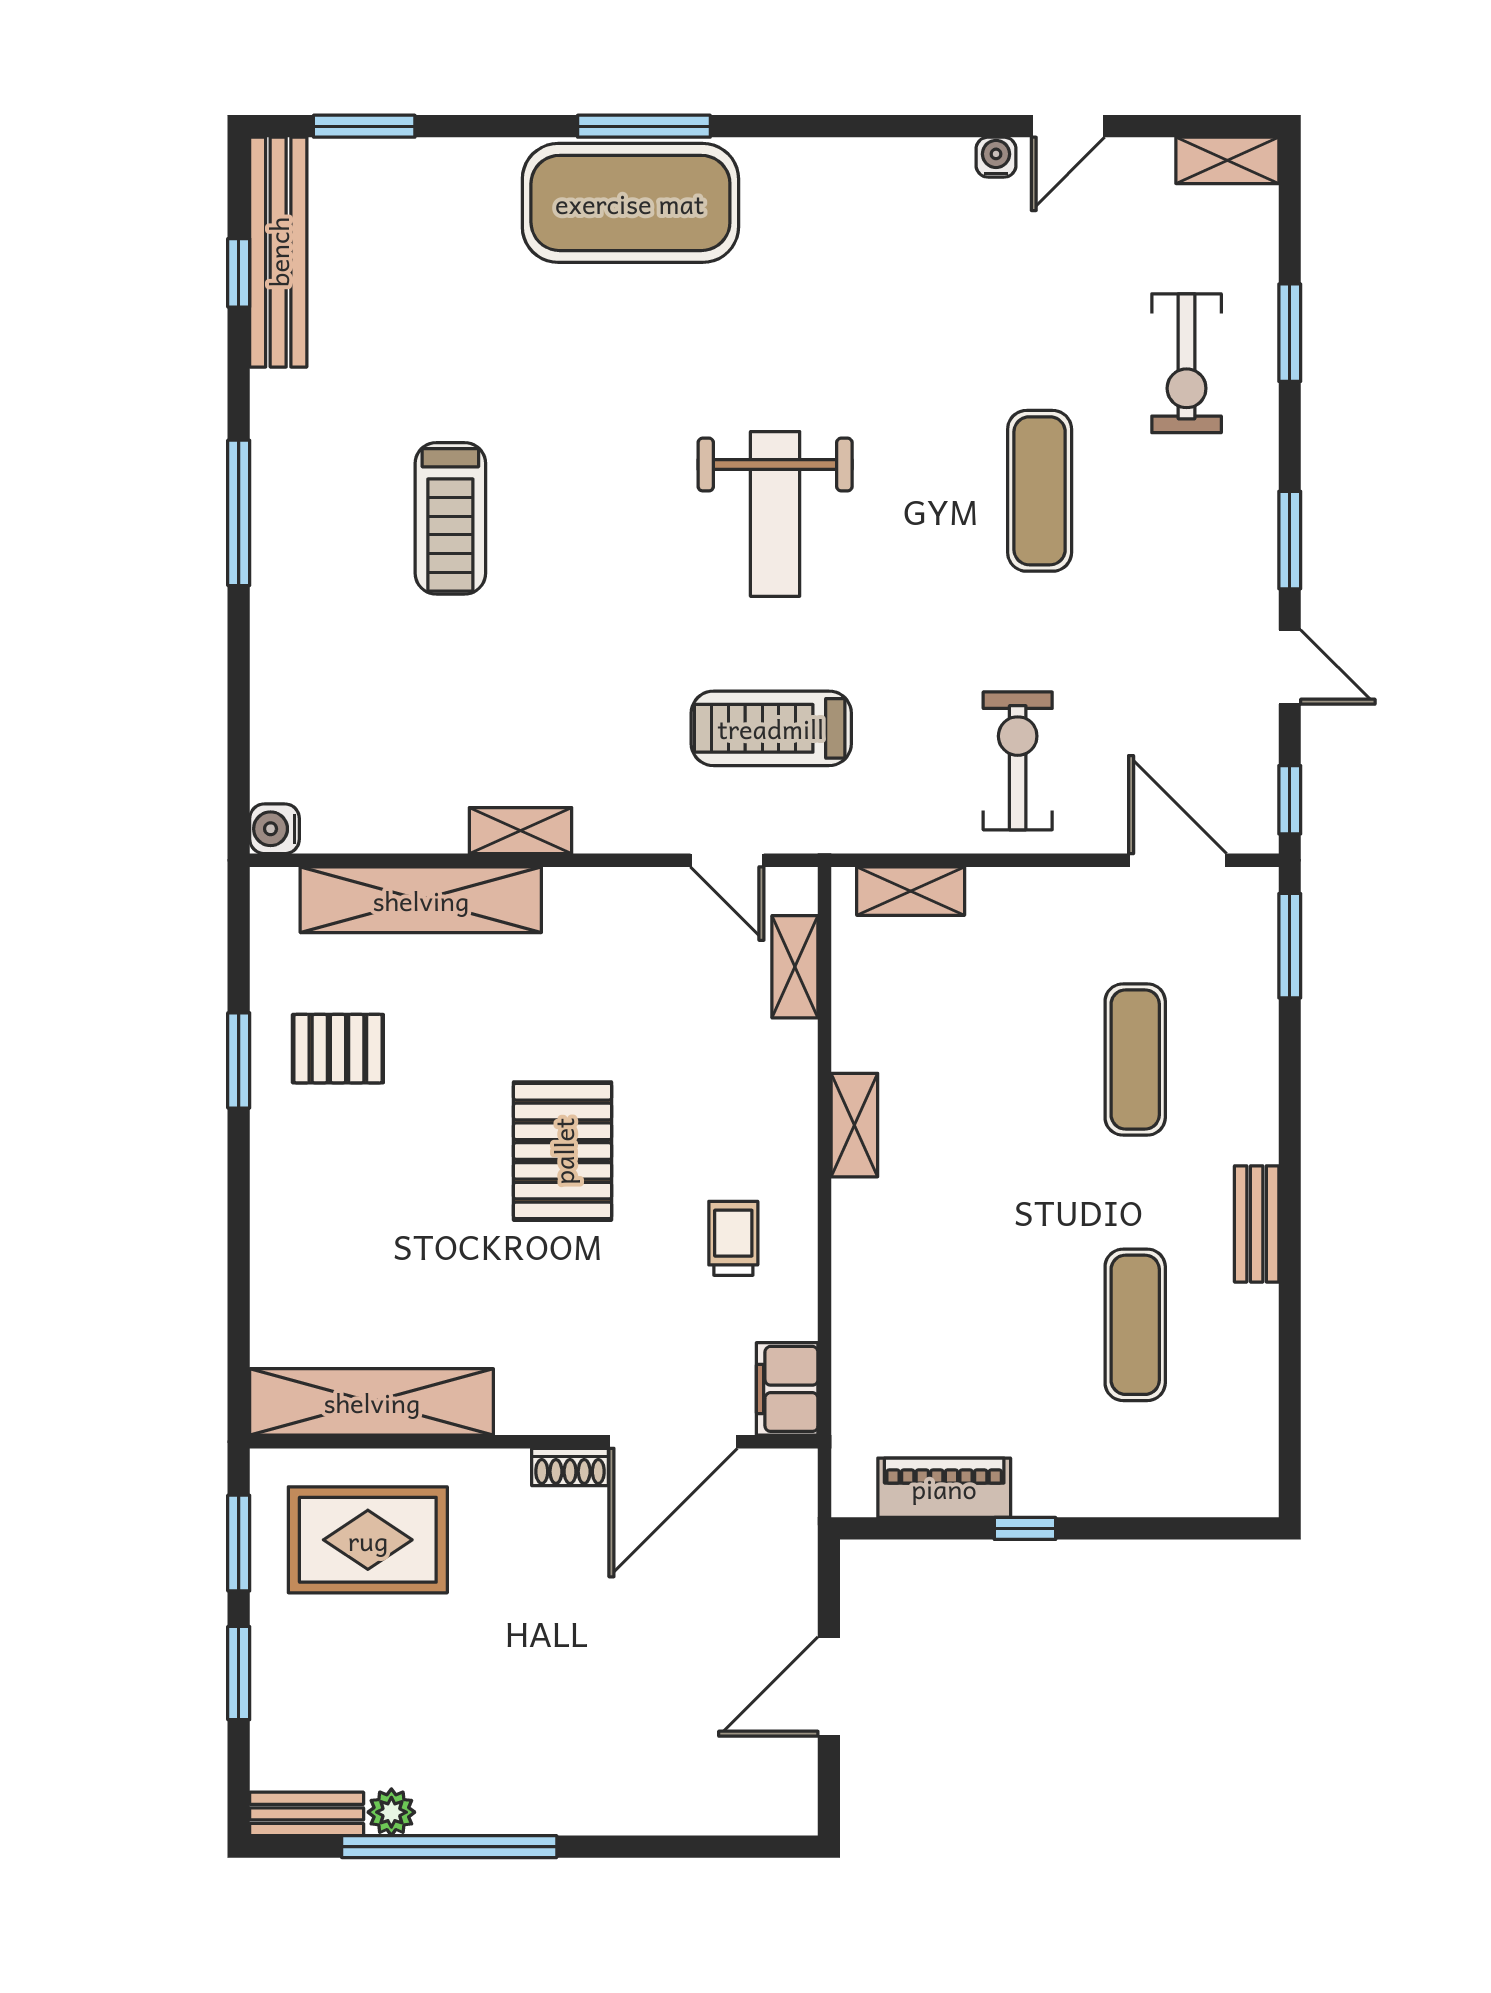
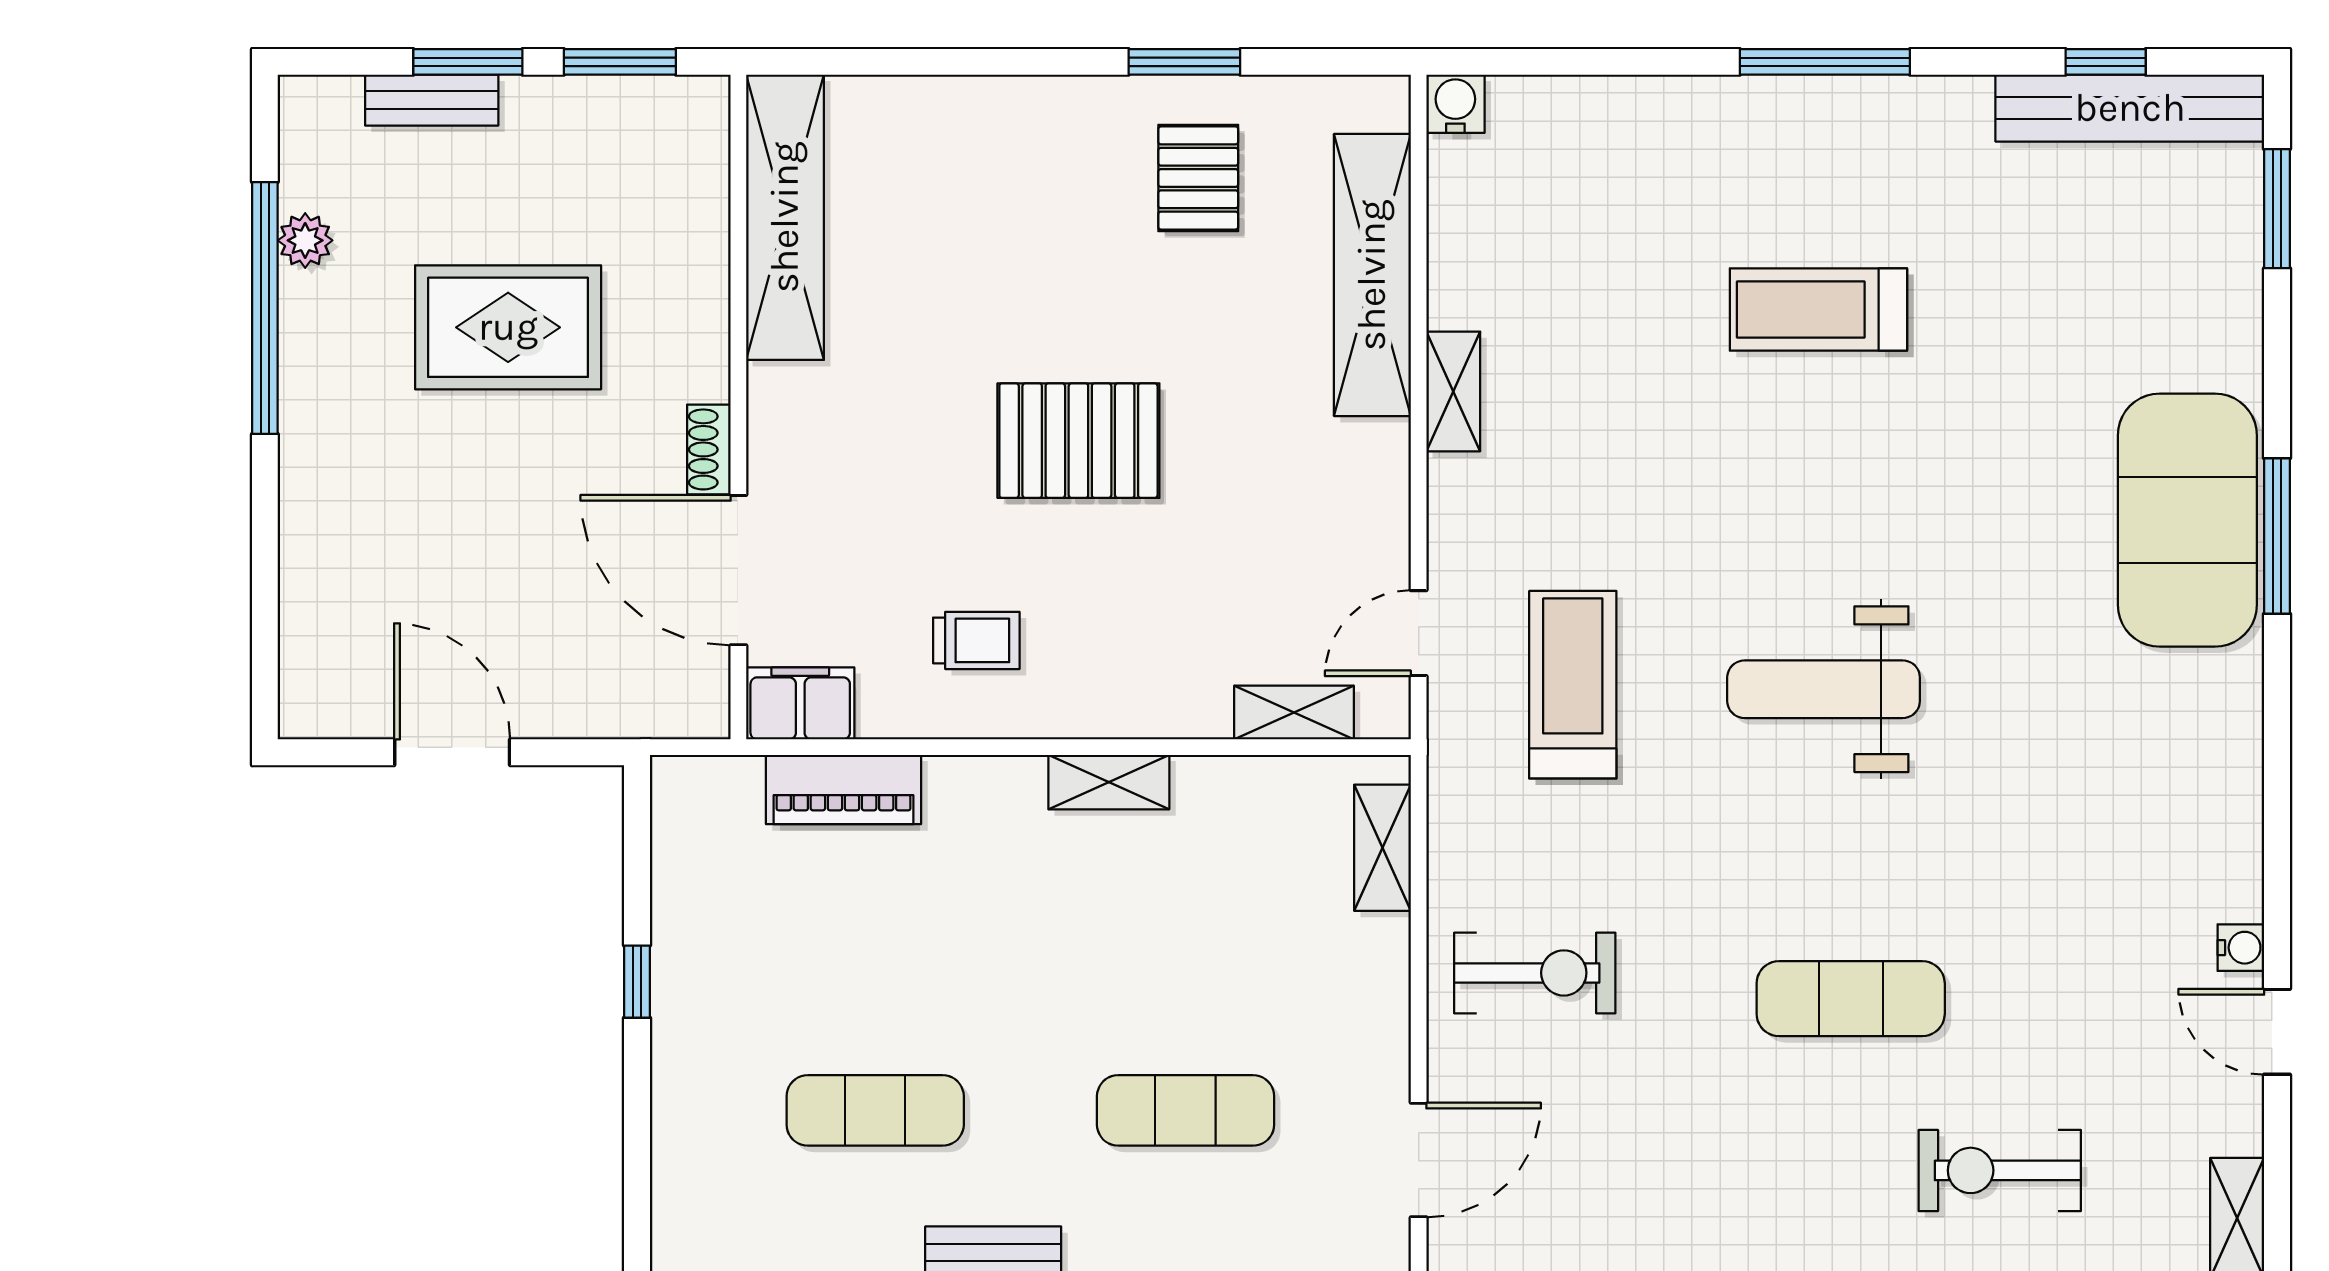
piano: (944, 1488) -> (843, 790), moved, turned 90
rug: (368, 1540) -> (508, 327), moved, turned 90
bench: (307, 1814) -> (432, 100), moved, turned 90

